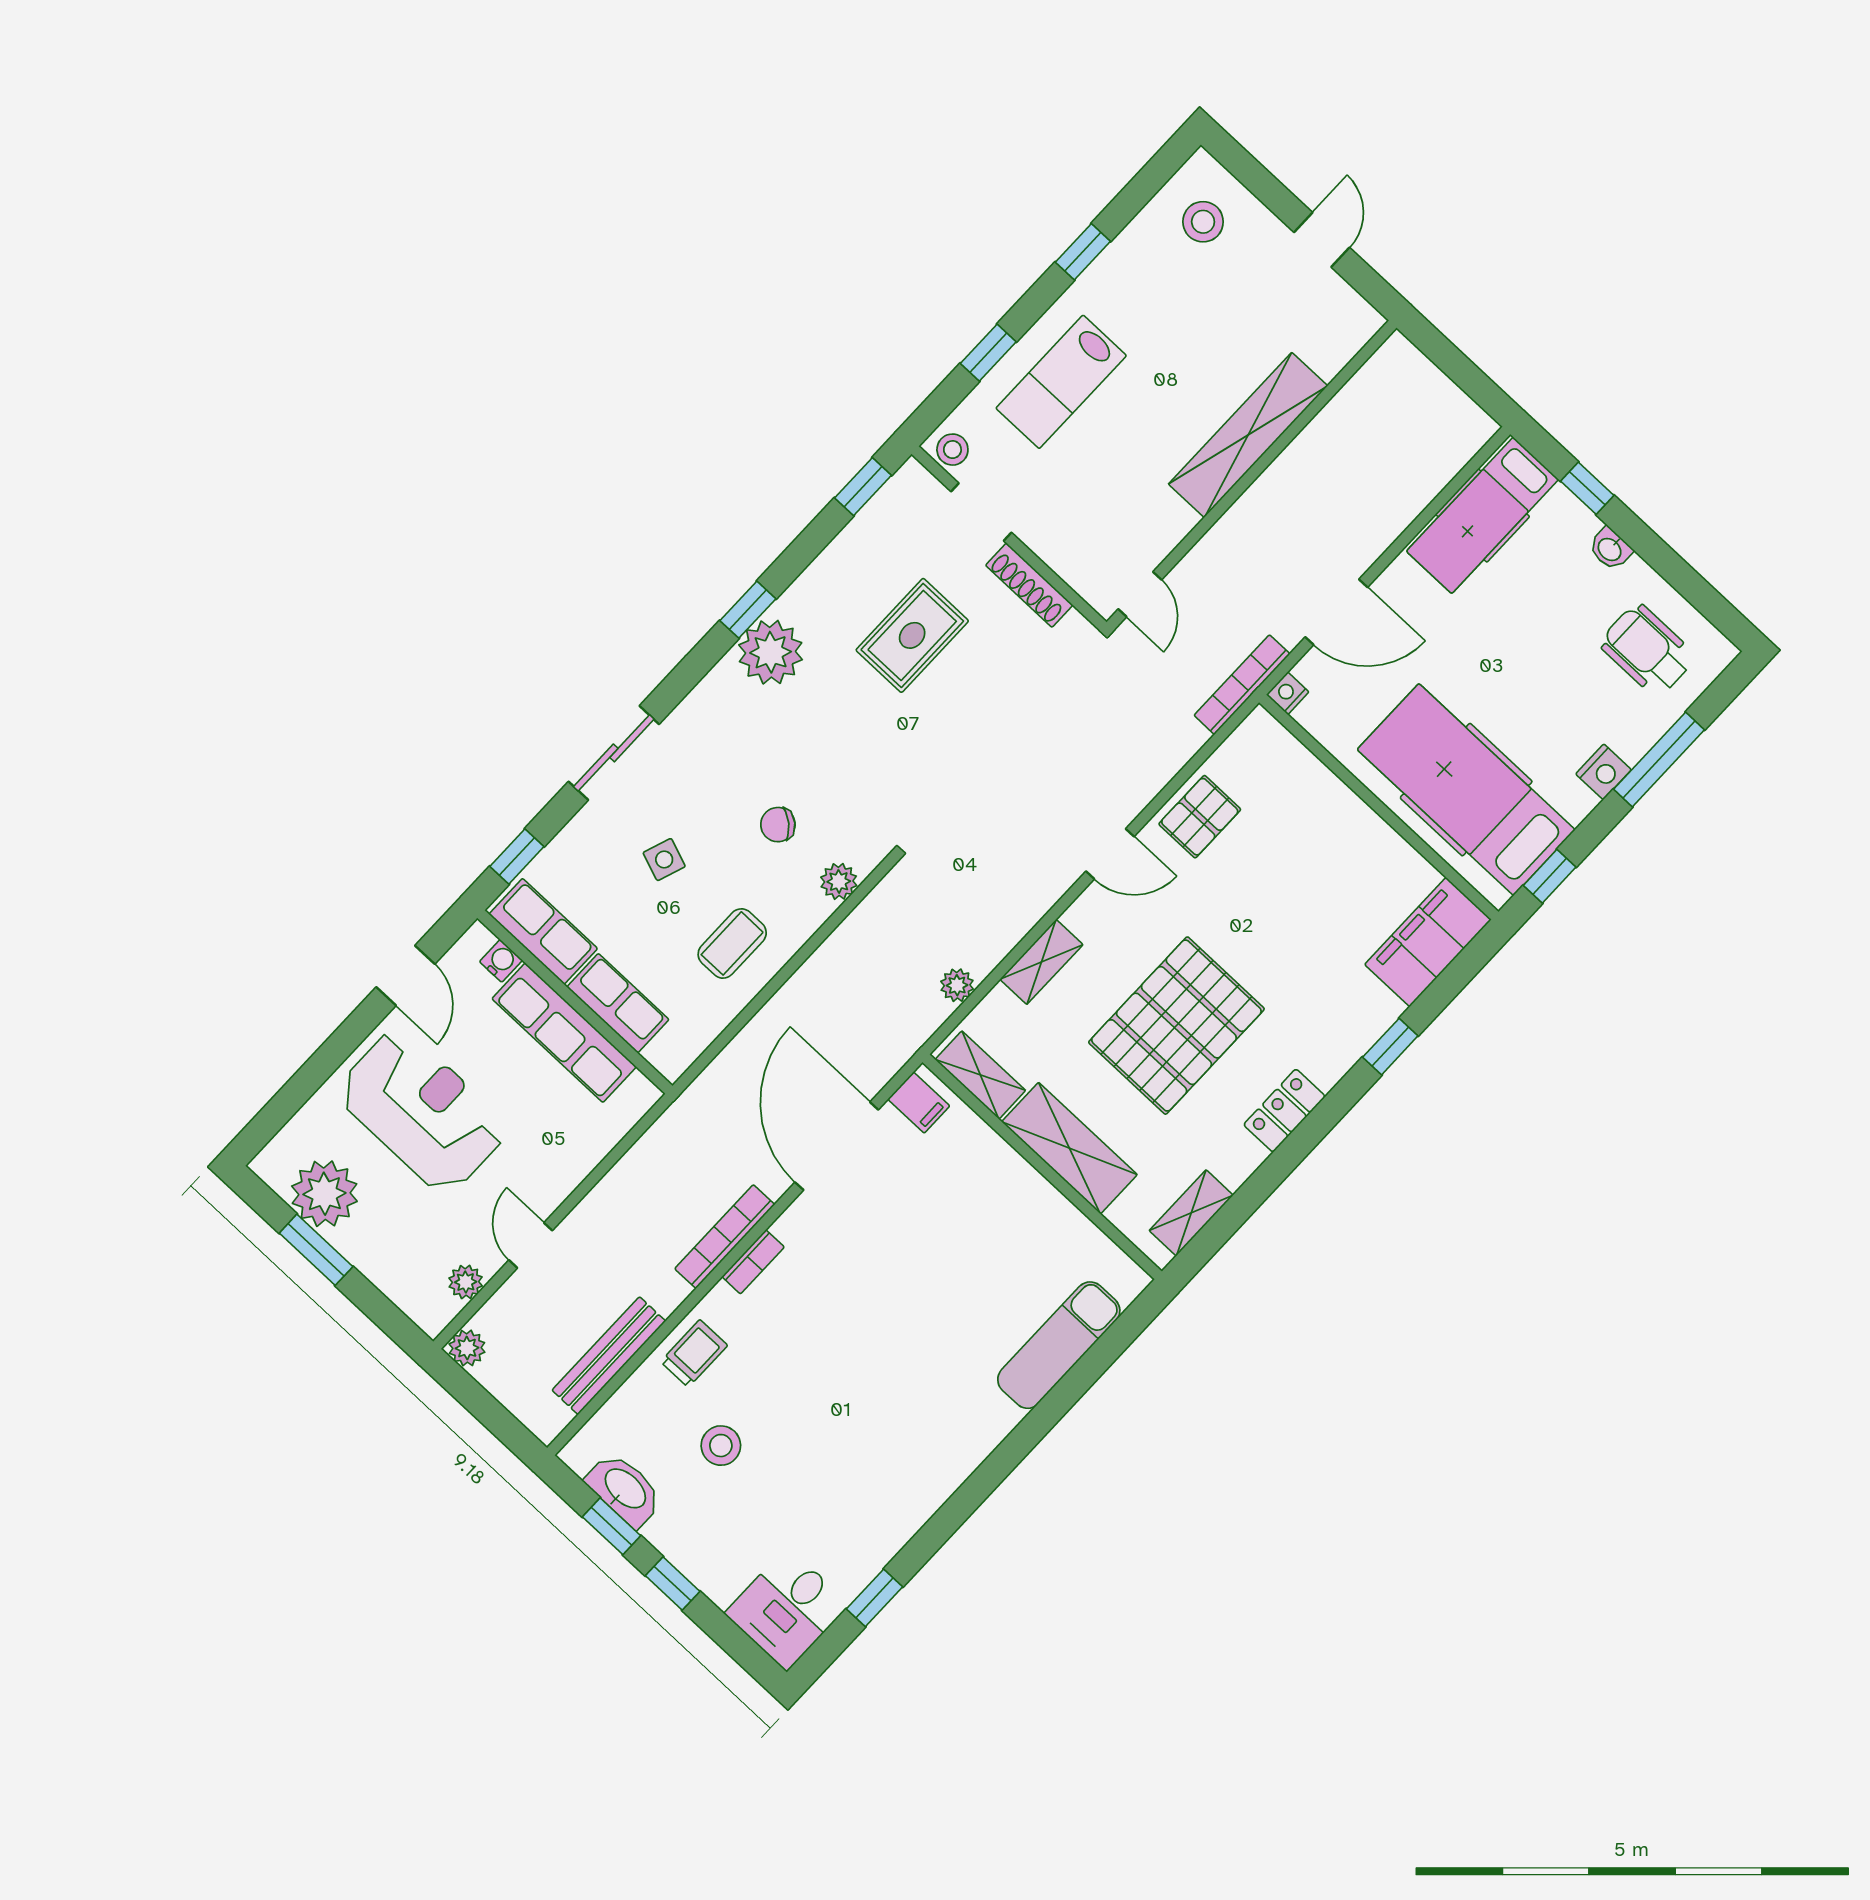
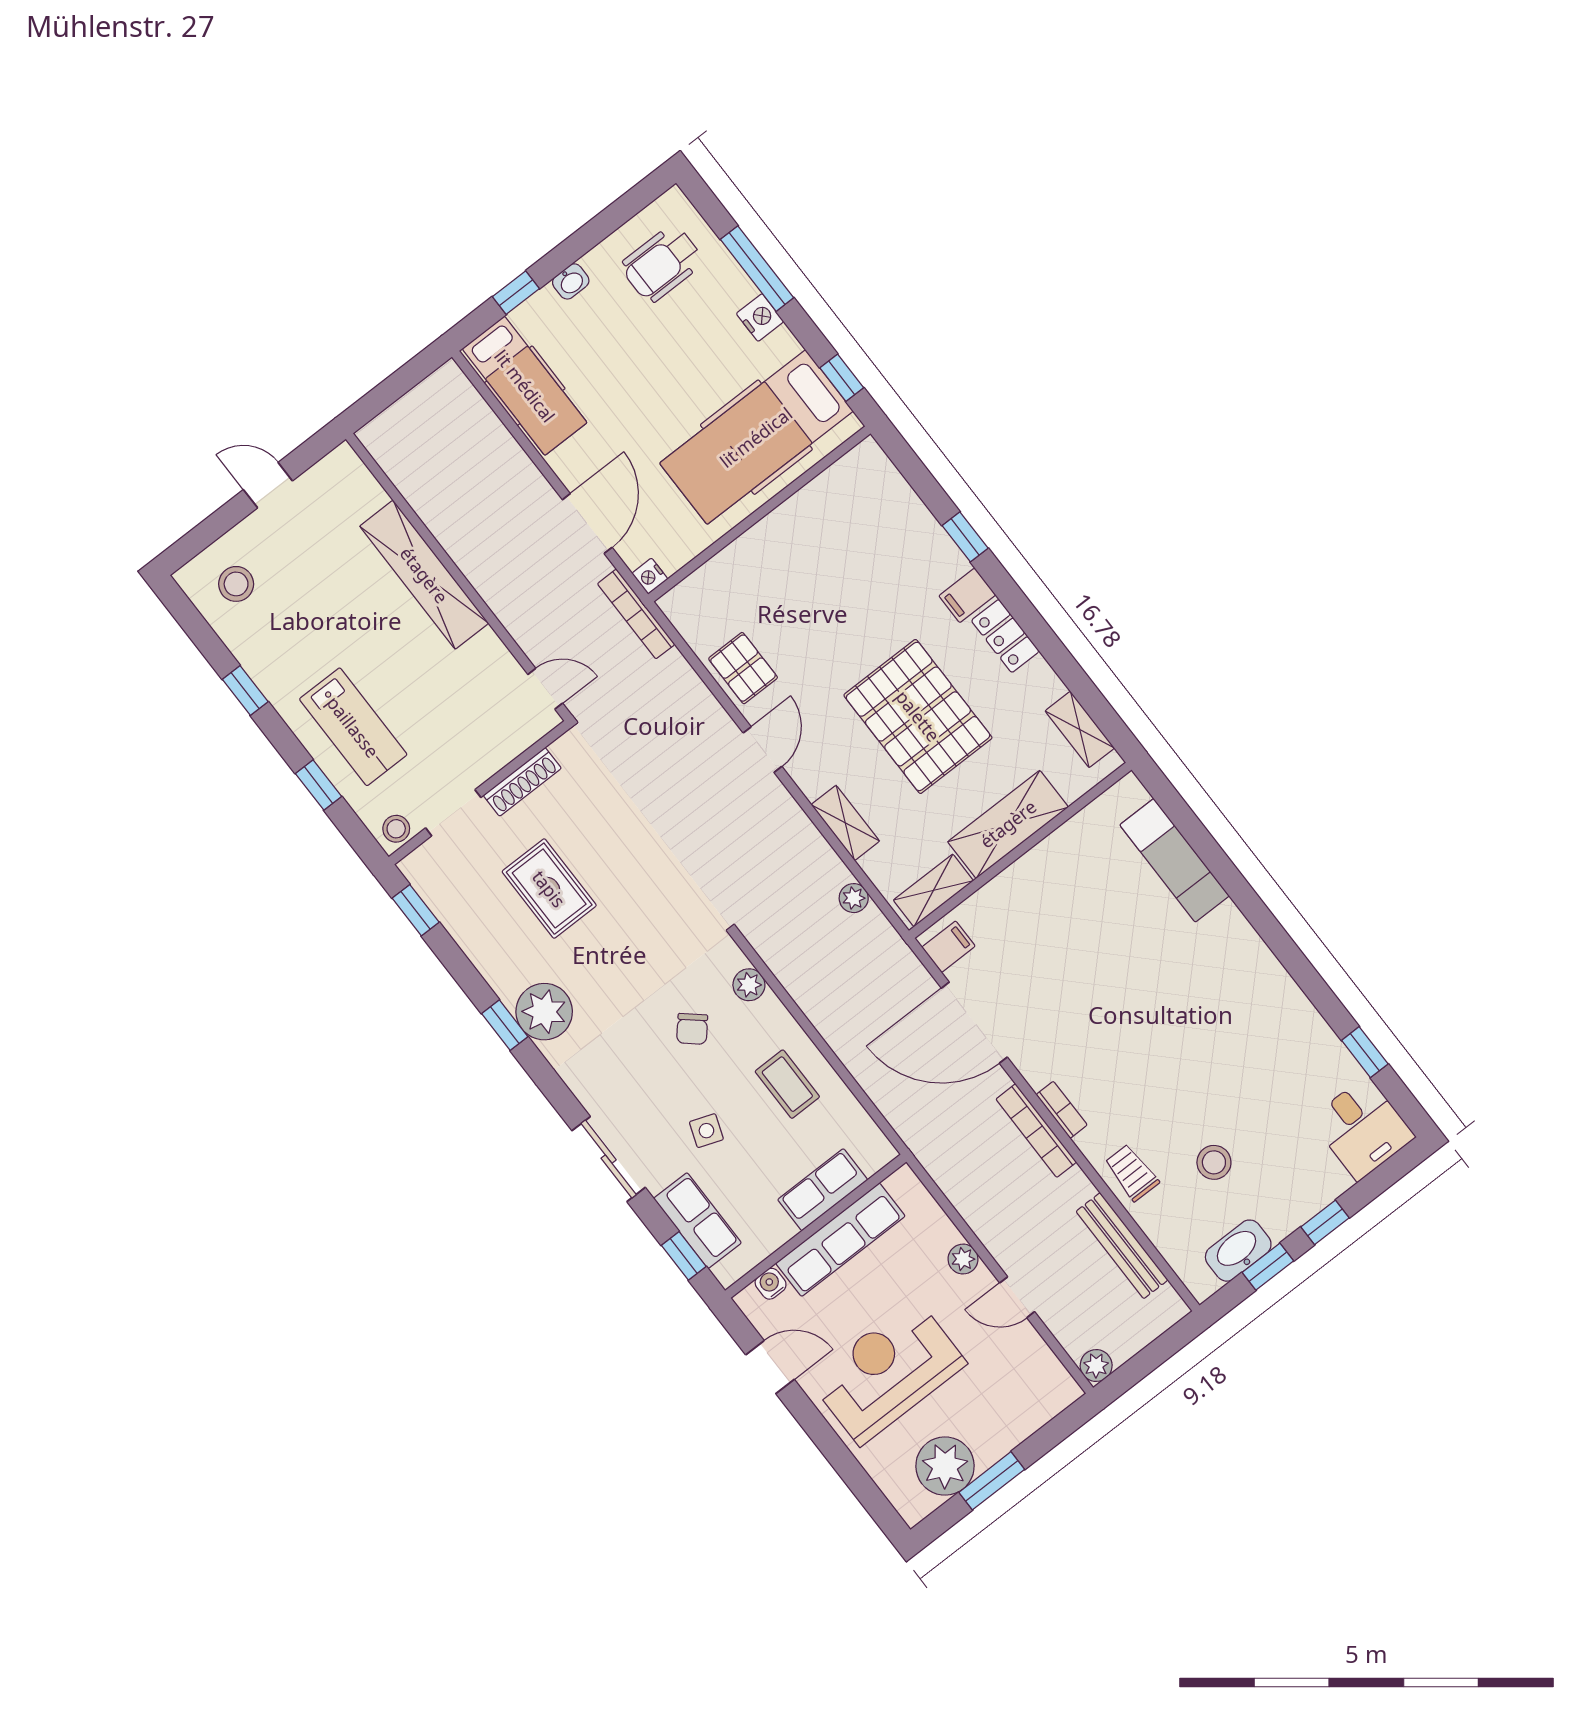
row of seats: (543, 931) -> (698, 1221), moved, turned 90
filing cabinet: (1428, 942) -> (967, 595), moved, width x0.33, depth x0.86
plant: (466, 1282) -> (963, 1259), moved

